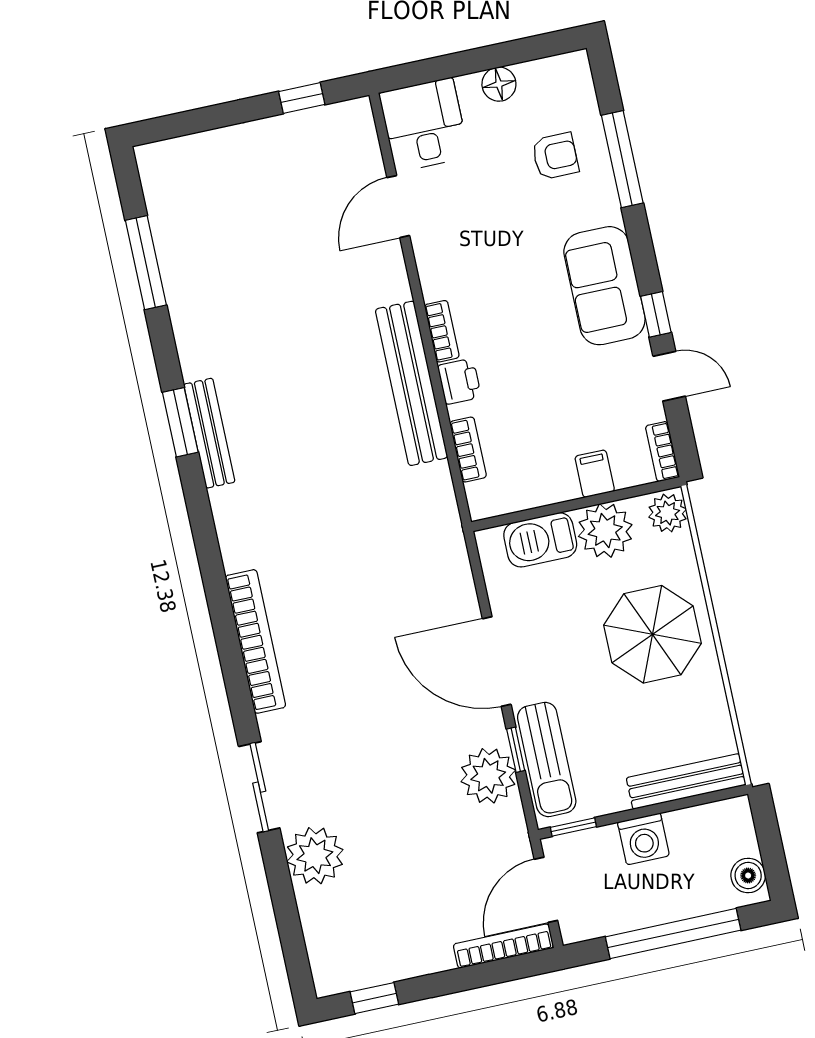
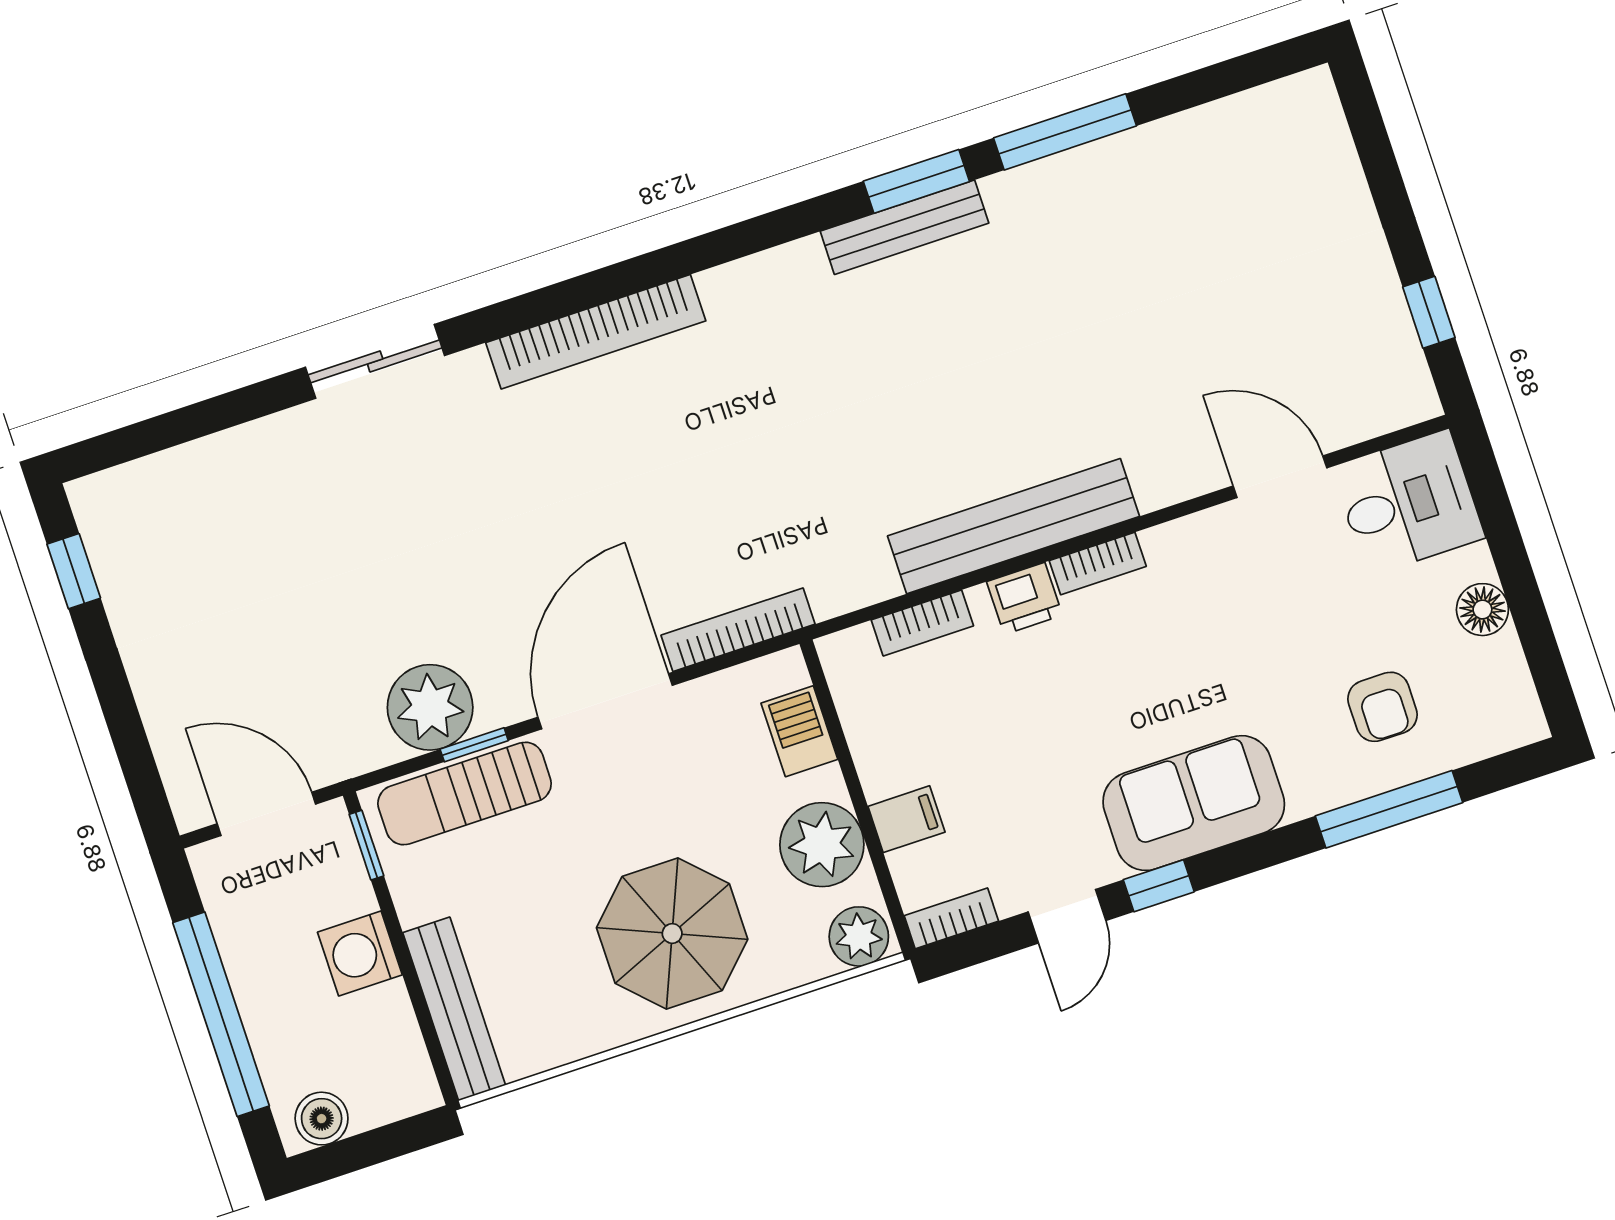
window: (146, 263) -> (1065, 132), moved
barbecue: (540, 540) -> (799, 731), width x0.73, depth x0.79
plant: (315, 856) -> (280, 457), removed
bookcase: (503, 946) -> (738, 630), moved, turned -90

